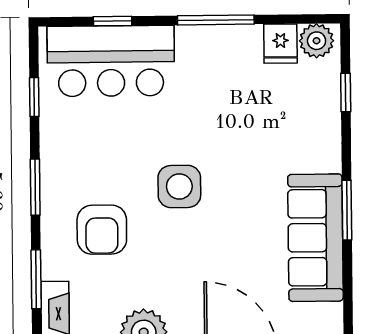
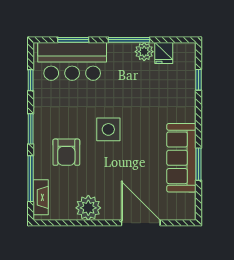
window: (113, 21) -> (73, 40), width x1.50
plant: (317, 41) -> (144, 52), moved
window: (347, 210) -> (199, 164), moved
window: (36, 279) -> (31, 179), width x1.44

